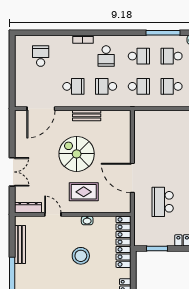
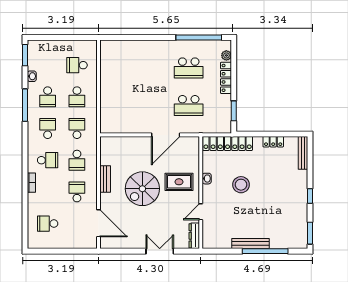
rug: (84, 192) -> (179, 182), turned 90
bench: (20, 244) -> (251, 244), moved

